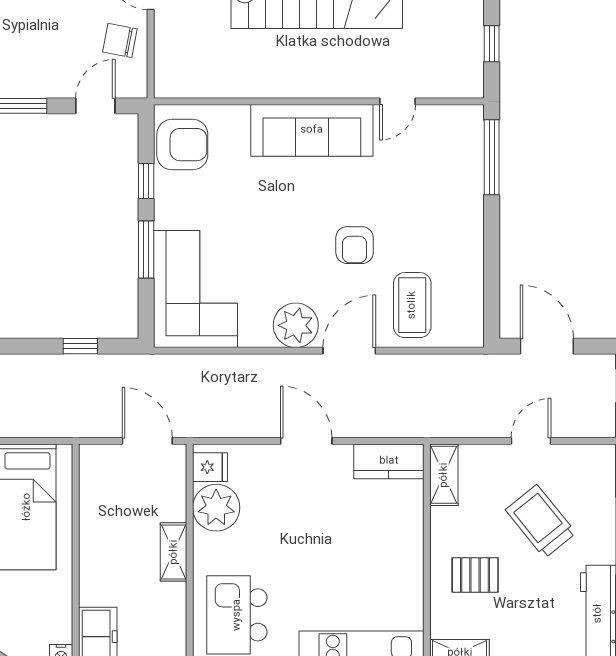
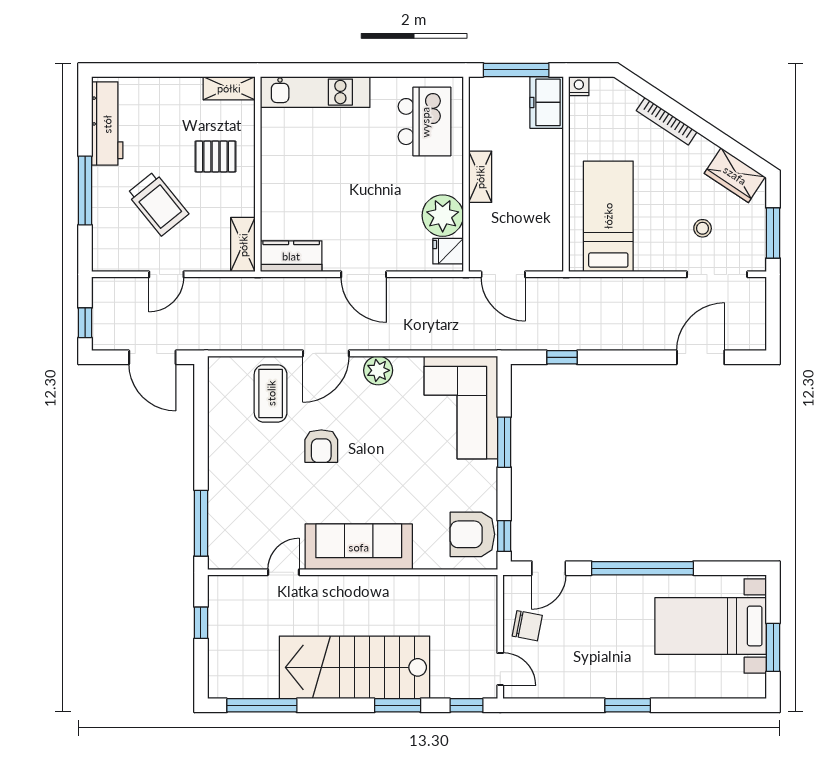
window: (146, 181) -> (504, 536), moved
armchair: (355, 245) -> (321, 446), turned 180
plant: (296, 325) -> (378, 370), width x0.73, depth x0.73

